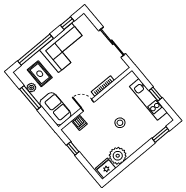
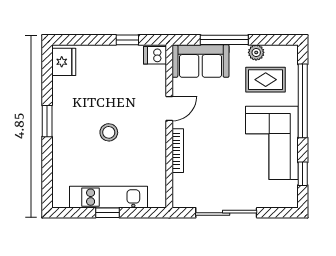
window: (30, 98) -> (224, 40), moved
dishwasher: (79, 122) -> (155, 55), moved
window: (161, 135) -> (47, 121), moved
plant: (118, 156) -> (67, 92), removed

